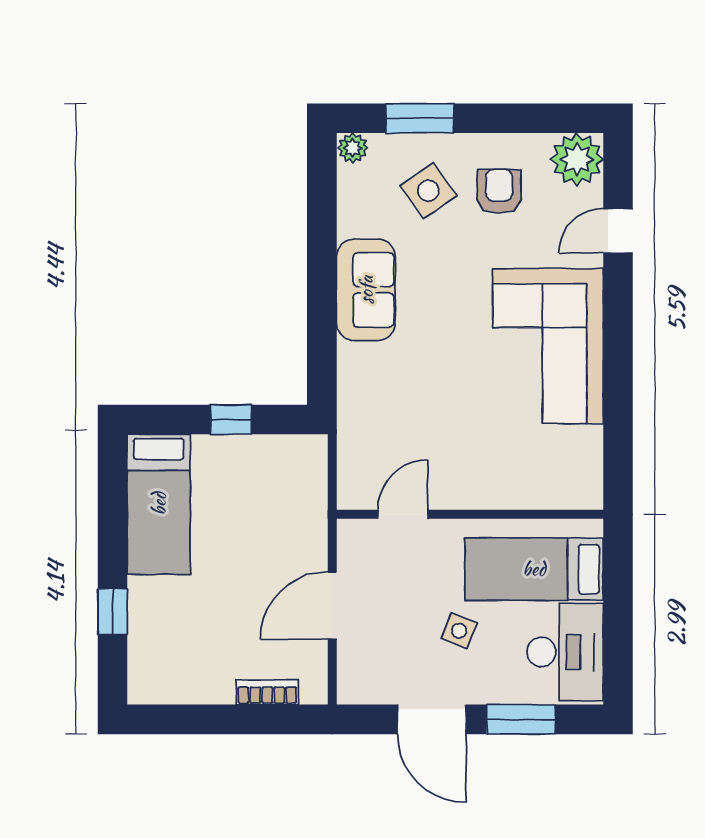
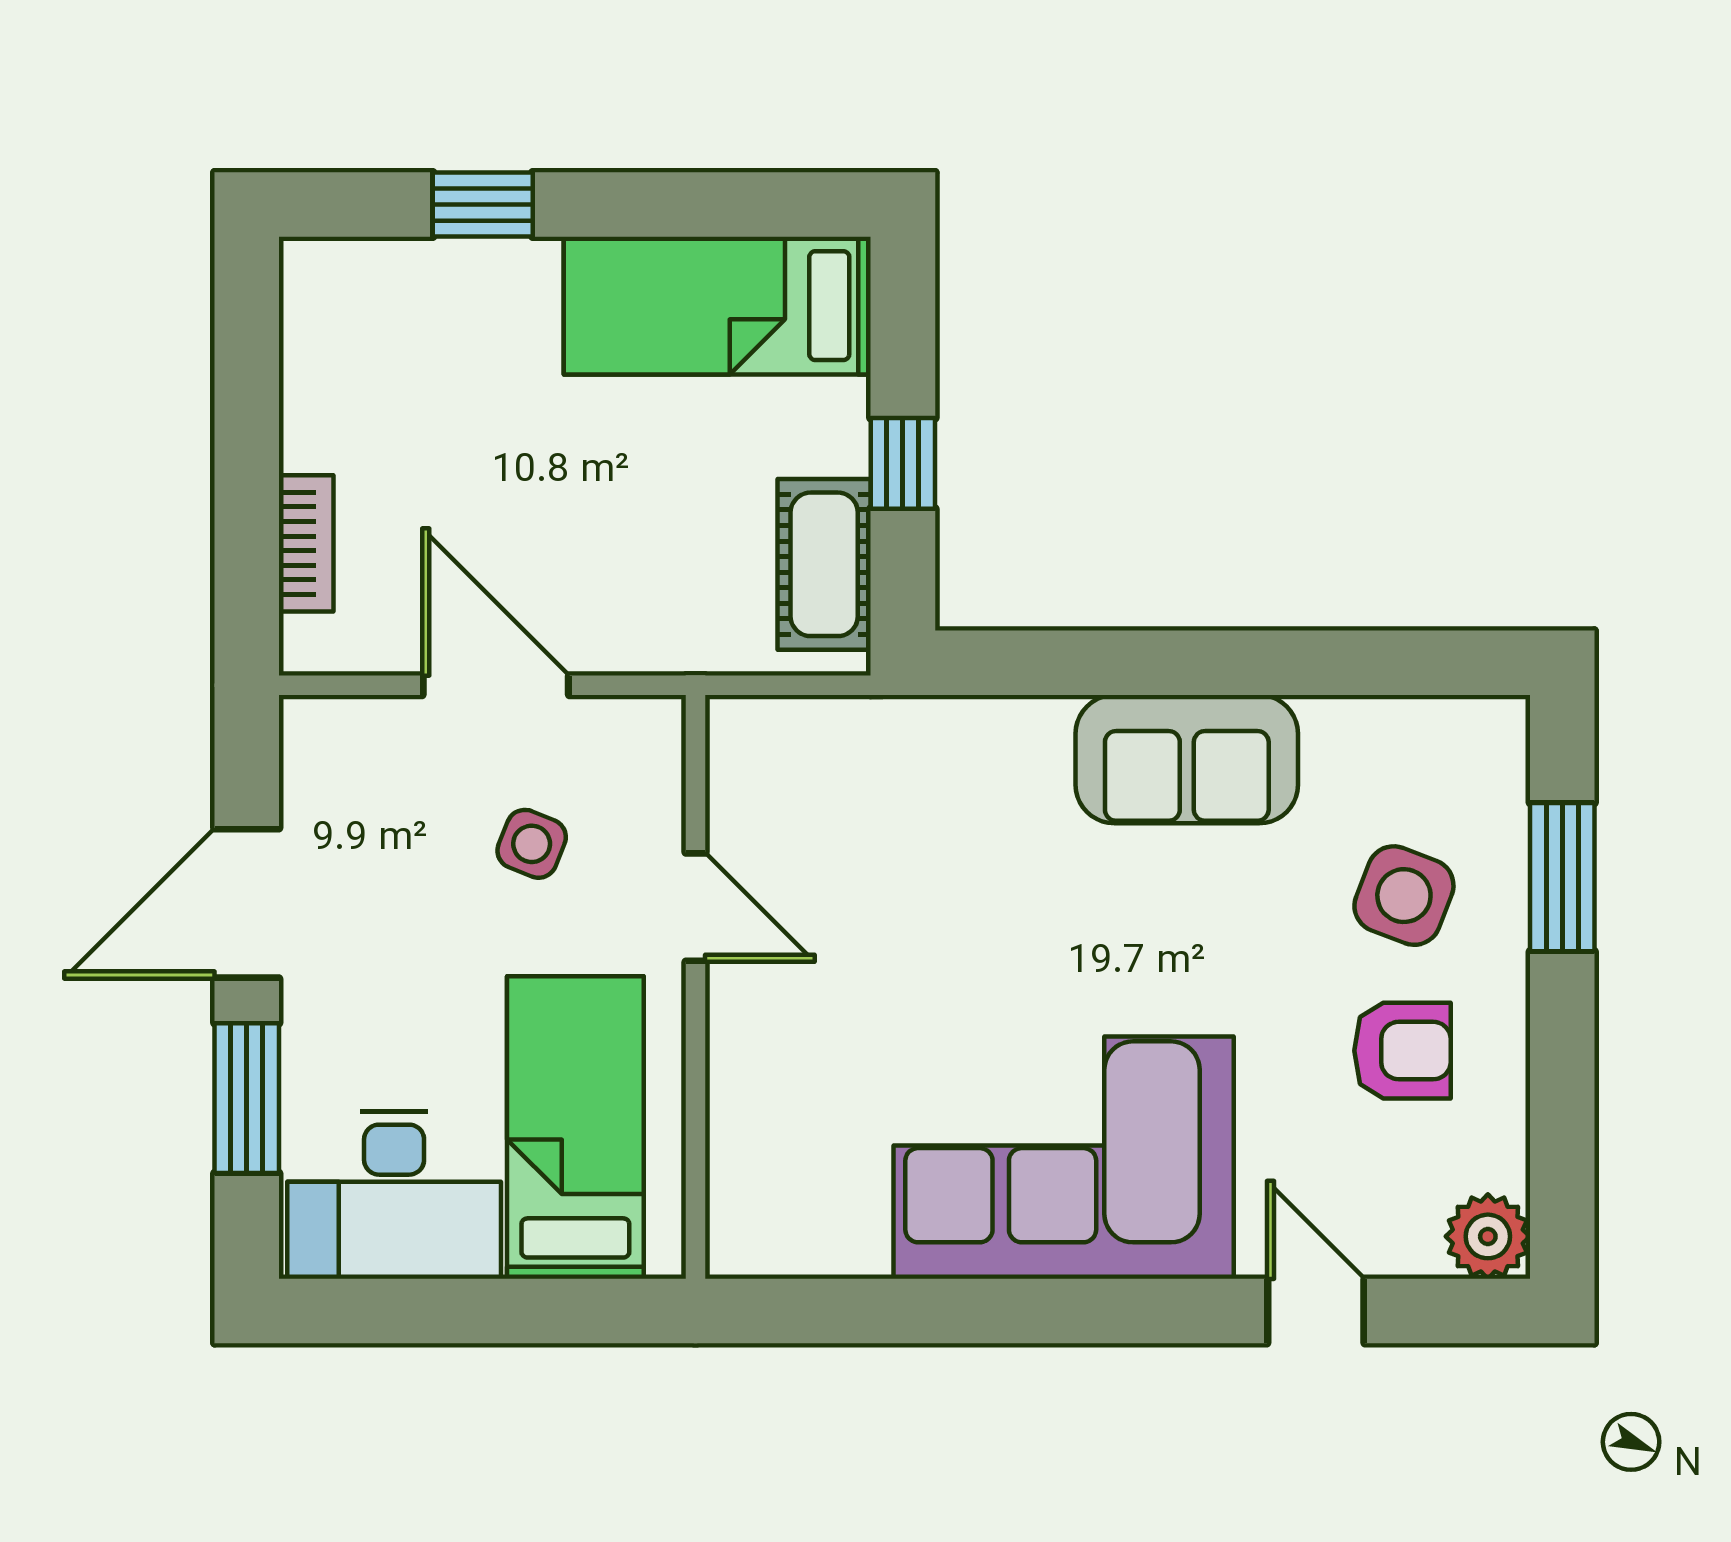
plant: (353, 148) -> (1497, 730), removed
plant: (577, 159) -> (1488, 1236), width x0.73, depth x0.73
side table: (428, 191) -> (1404, 896), turned -34
cot: (277, 455) -> (824, 564), added
door: (403, 514) -> (695, 907), moved
side table: (459, 631) -> (532, 844), moved

